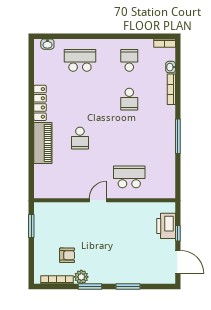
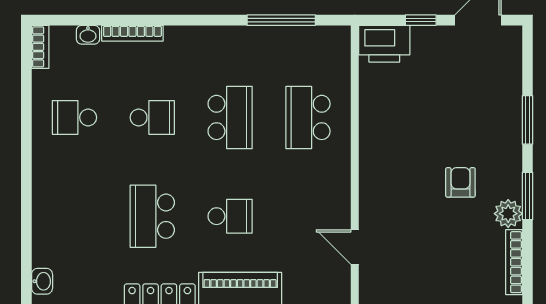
school desk: (80, 60) -> (152, 216), moved
window: (178, 136) -> (281, 20), moved
school desk: (129, 138) -> (230, 117), added
door: (98, 200) -> (355, 247), moved
printer: (166, 226) -> (384, 44), moved
armchair: (67, 255) -> (460, 182), moved

